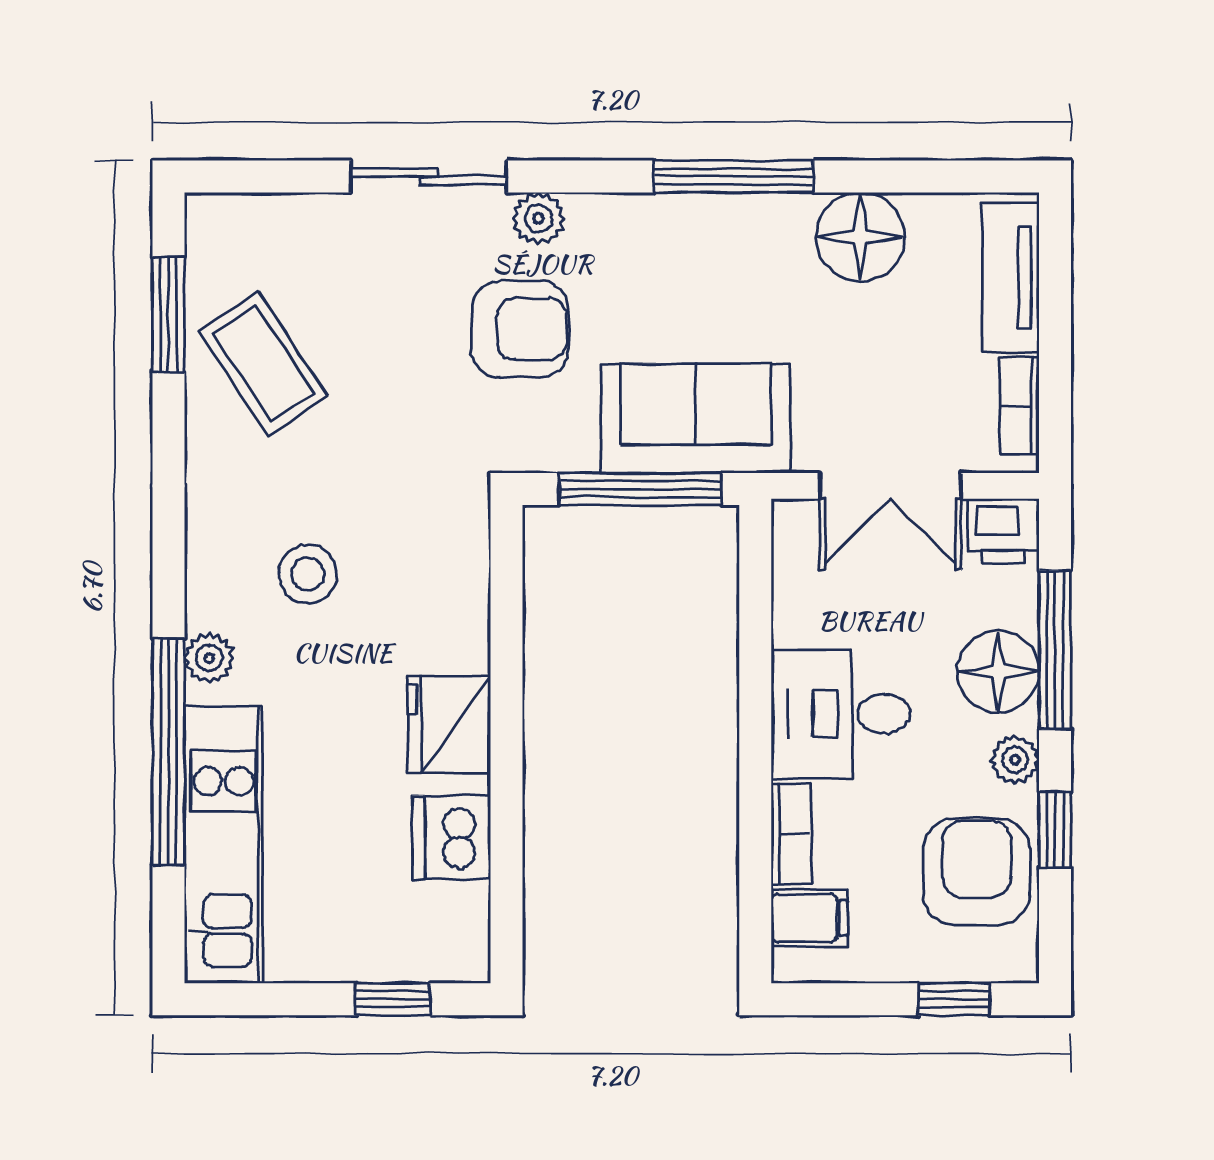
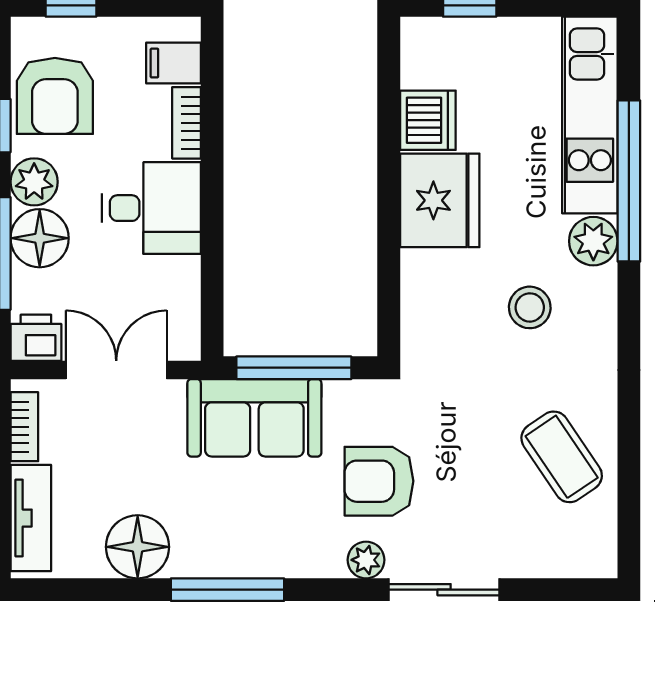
window: (168, 315) -> (629, 491), removed
plant: (209, 658) -> (593, 241), width x1.38, depth x1.38
fridge: (449, 725) -> (440, 200), width x1.36, depth x1.34
plant: (1015, 760) -> (34, 182), width x1.38, depth x1.38

